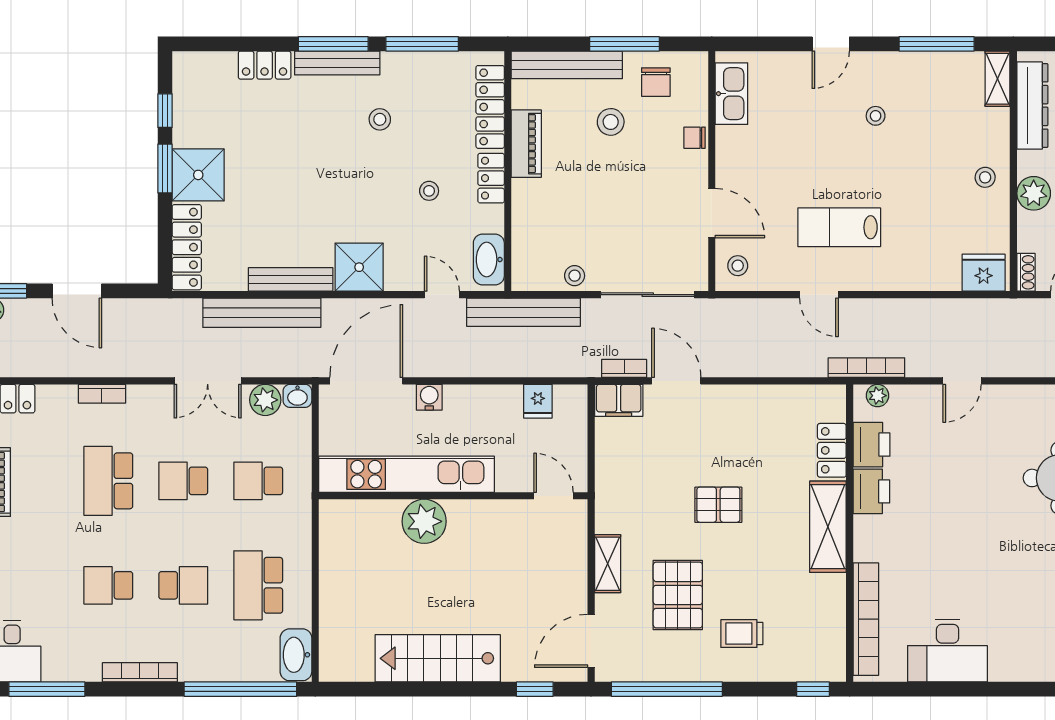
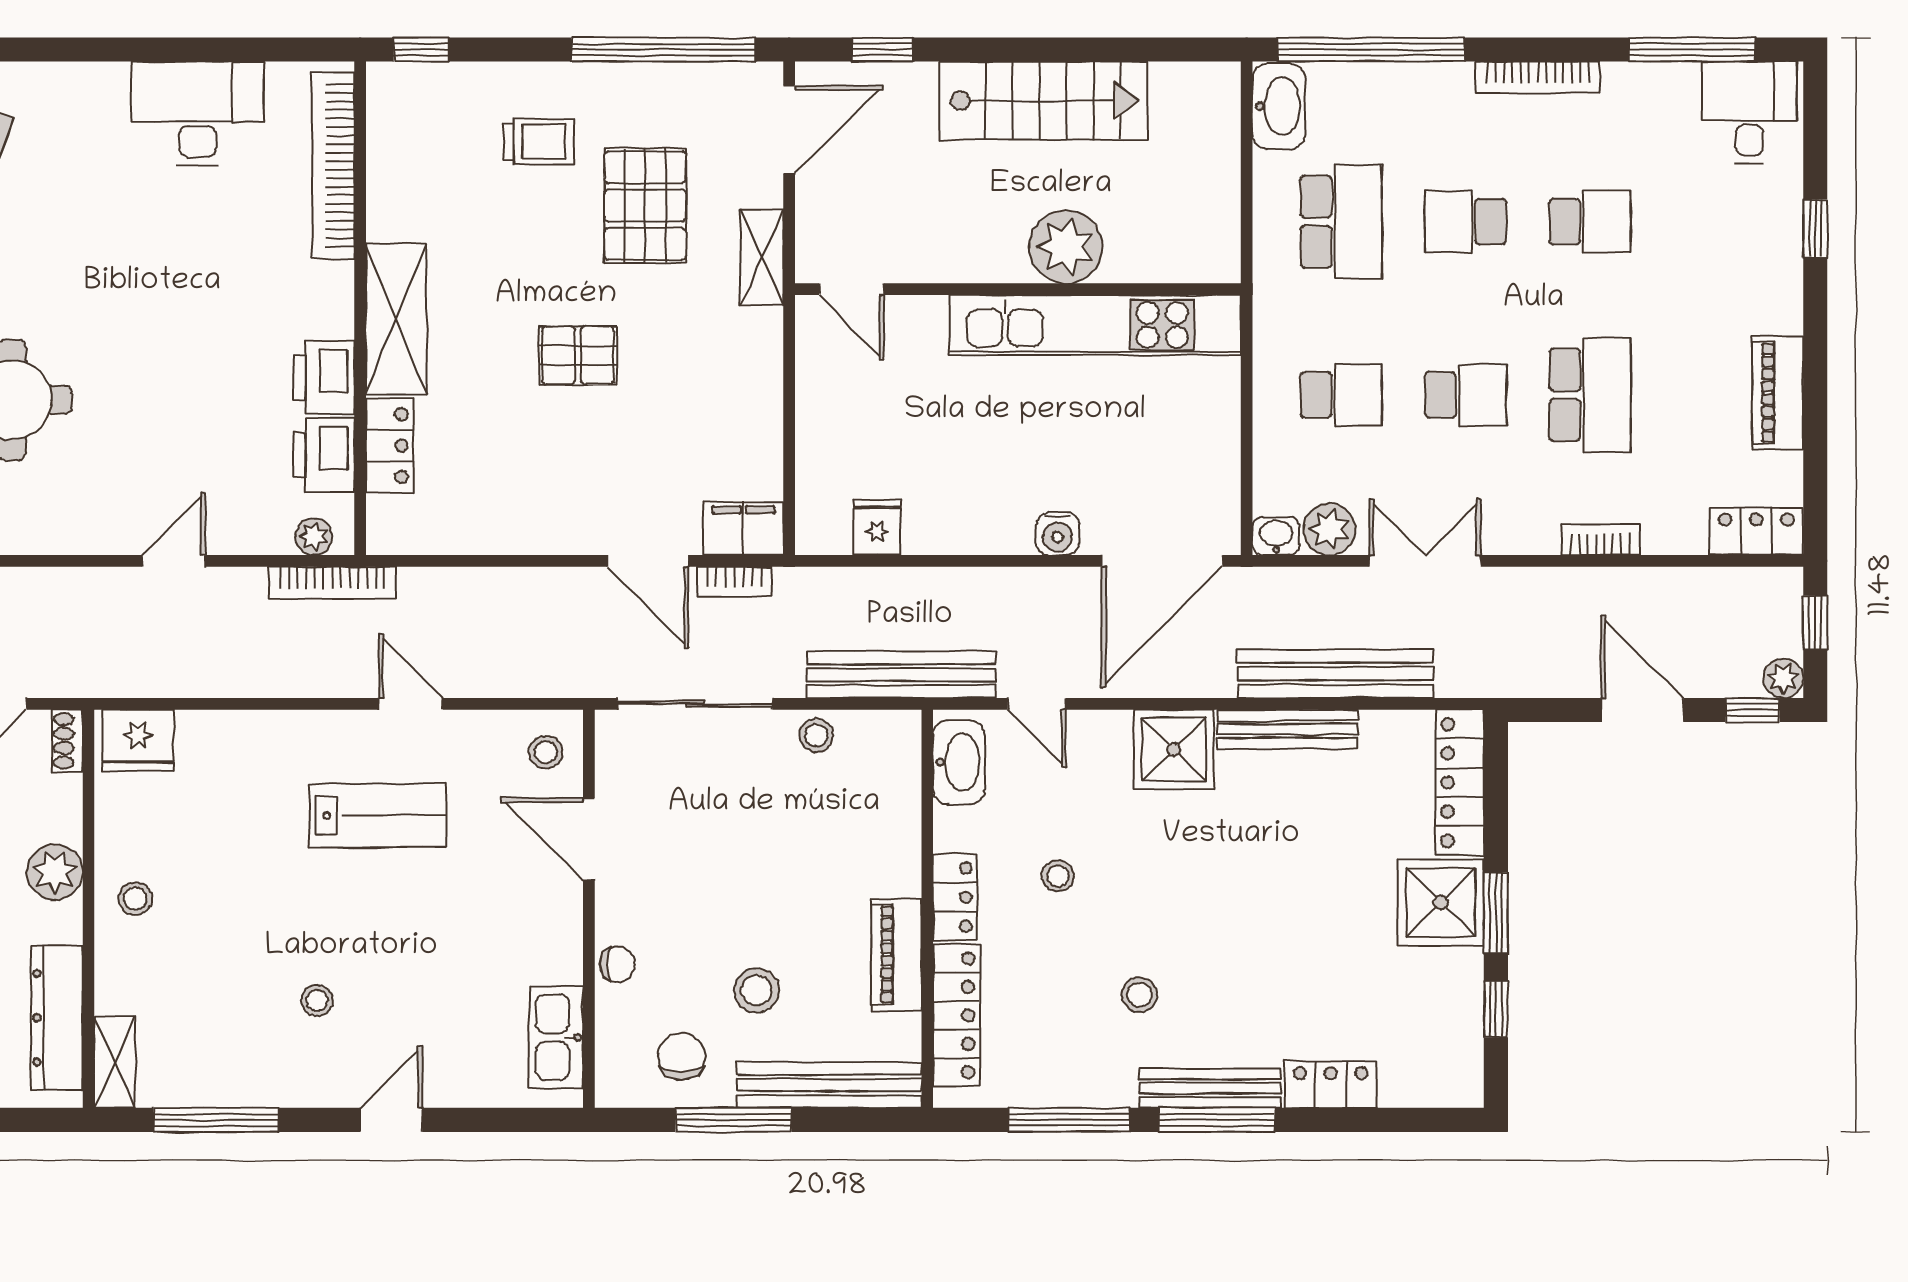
kitchen unit: (407, 474) -> (1095, 325), moved
wall: (453, 496) -> (1018, 289), moved
door: (553, 496) -> (851, 289), moved
plant: (424, 521) -> (1066, 247), moved

